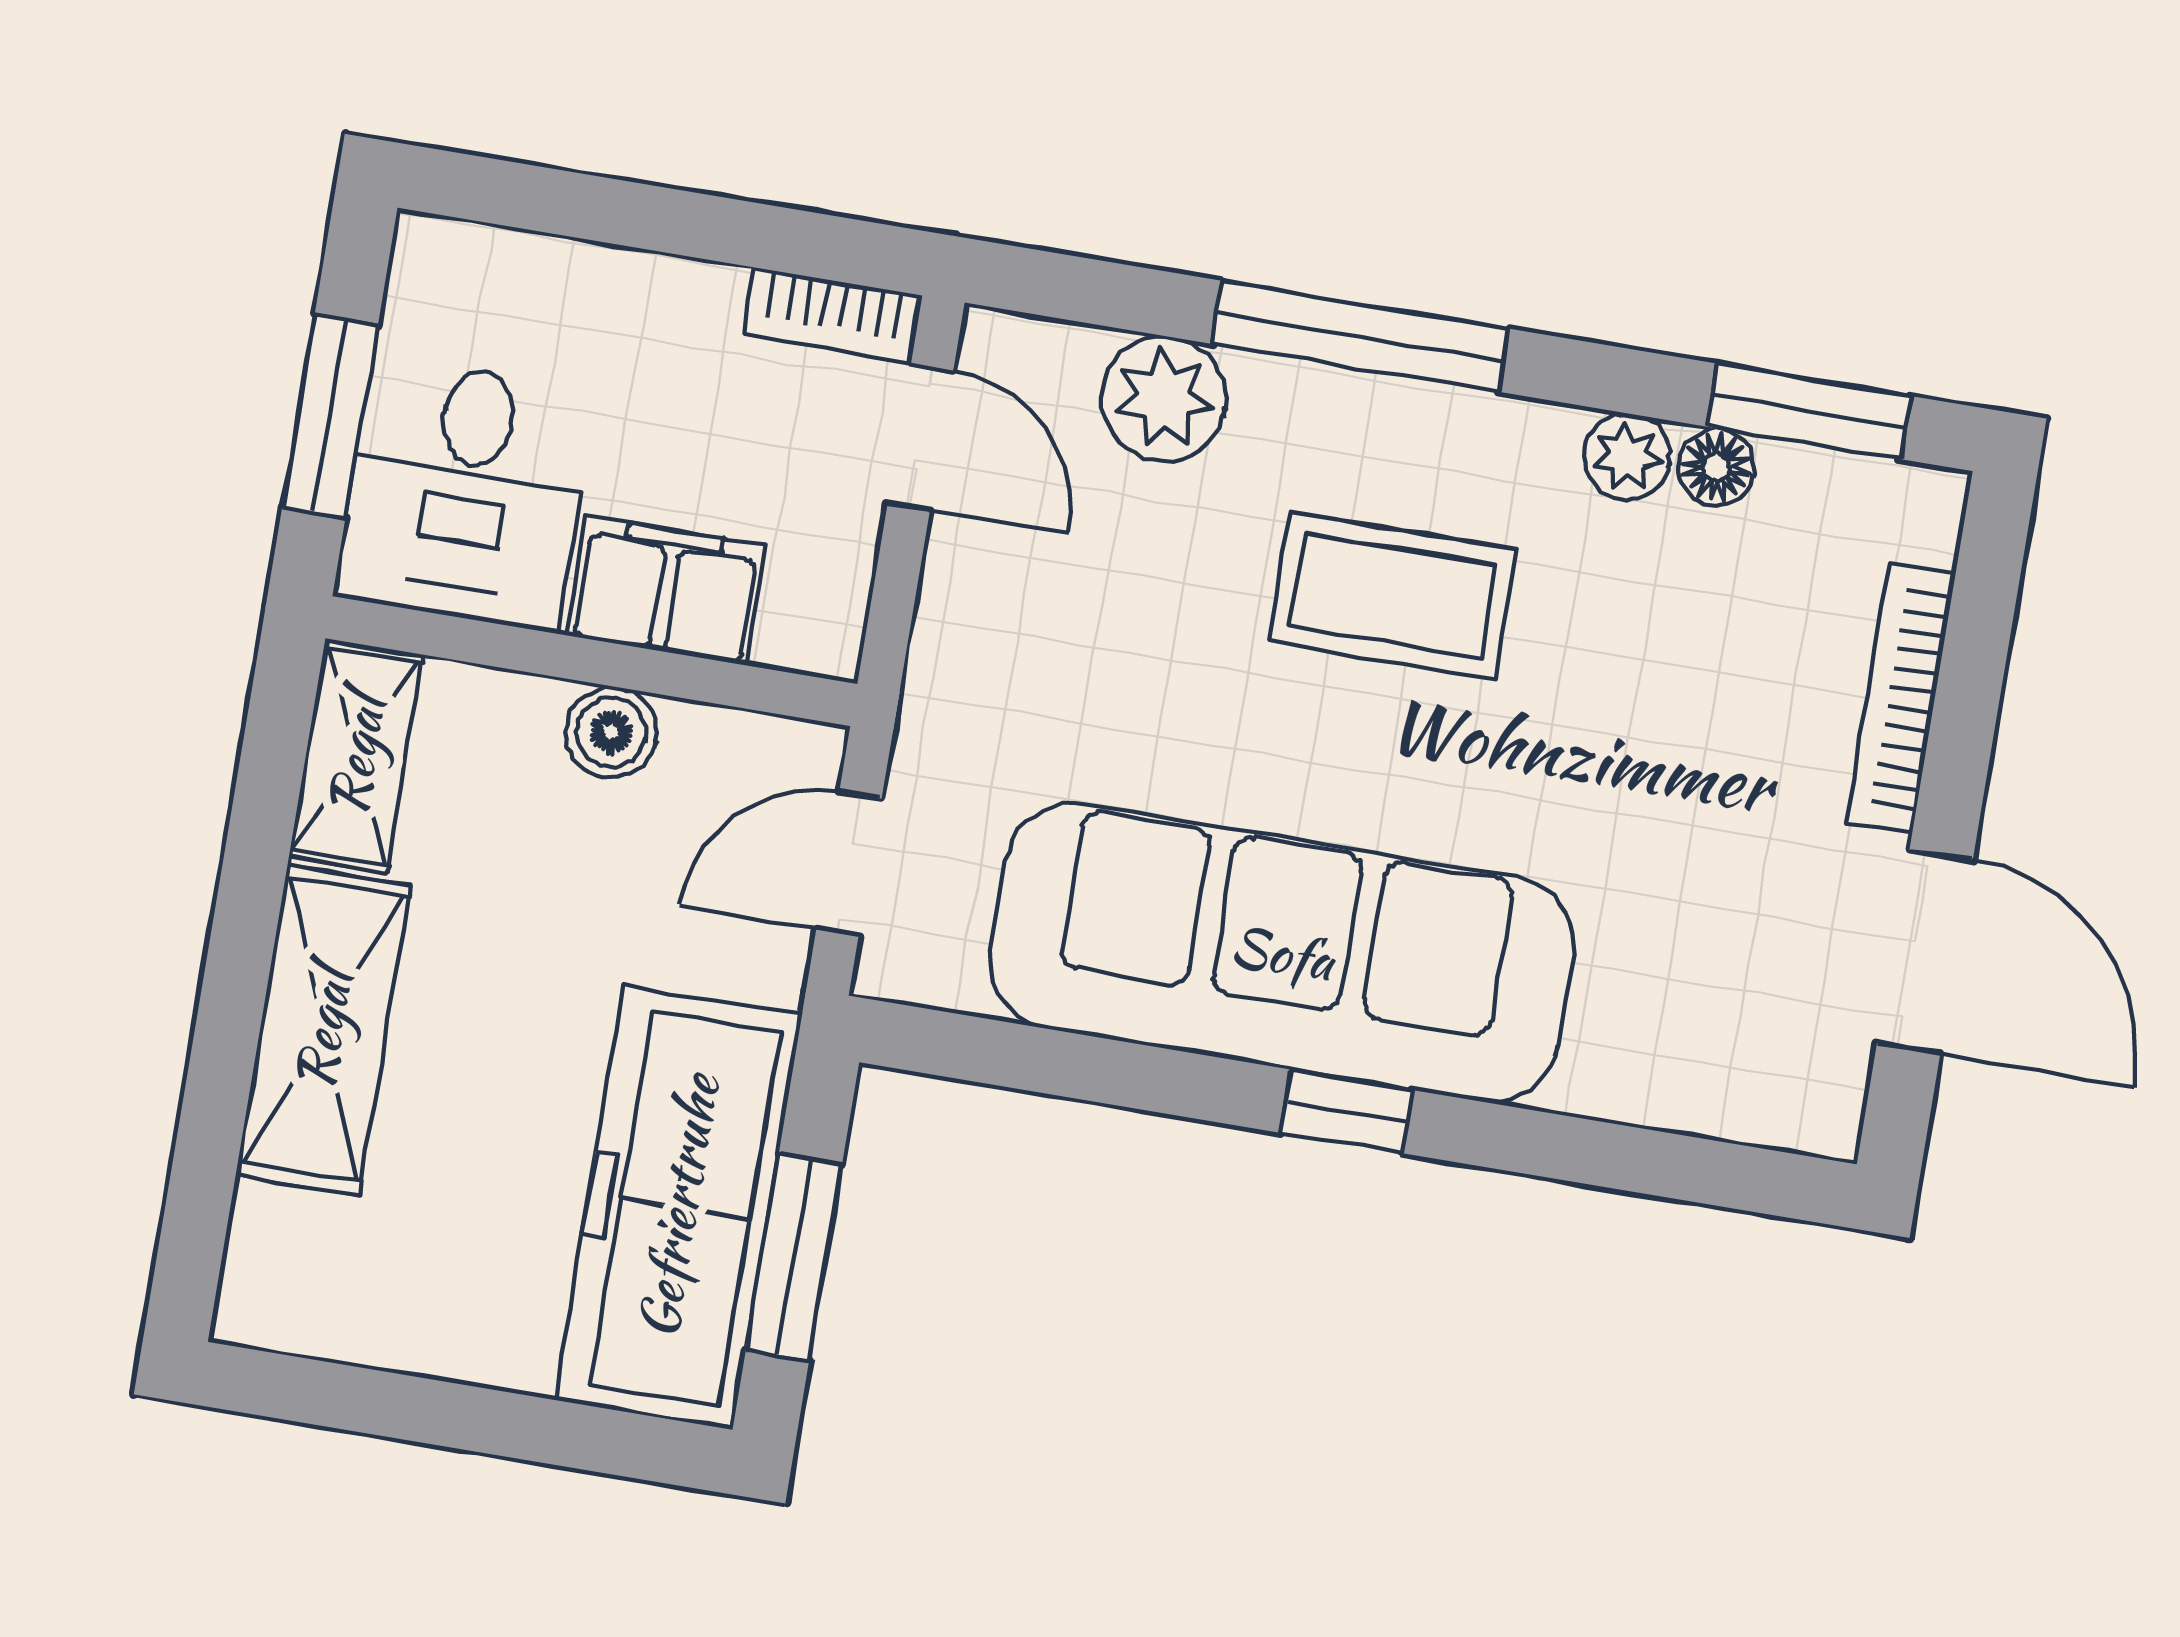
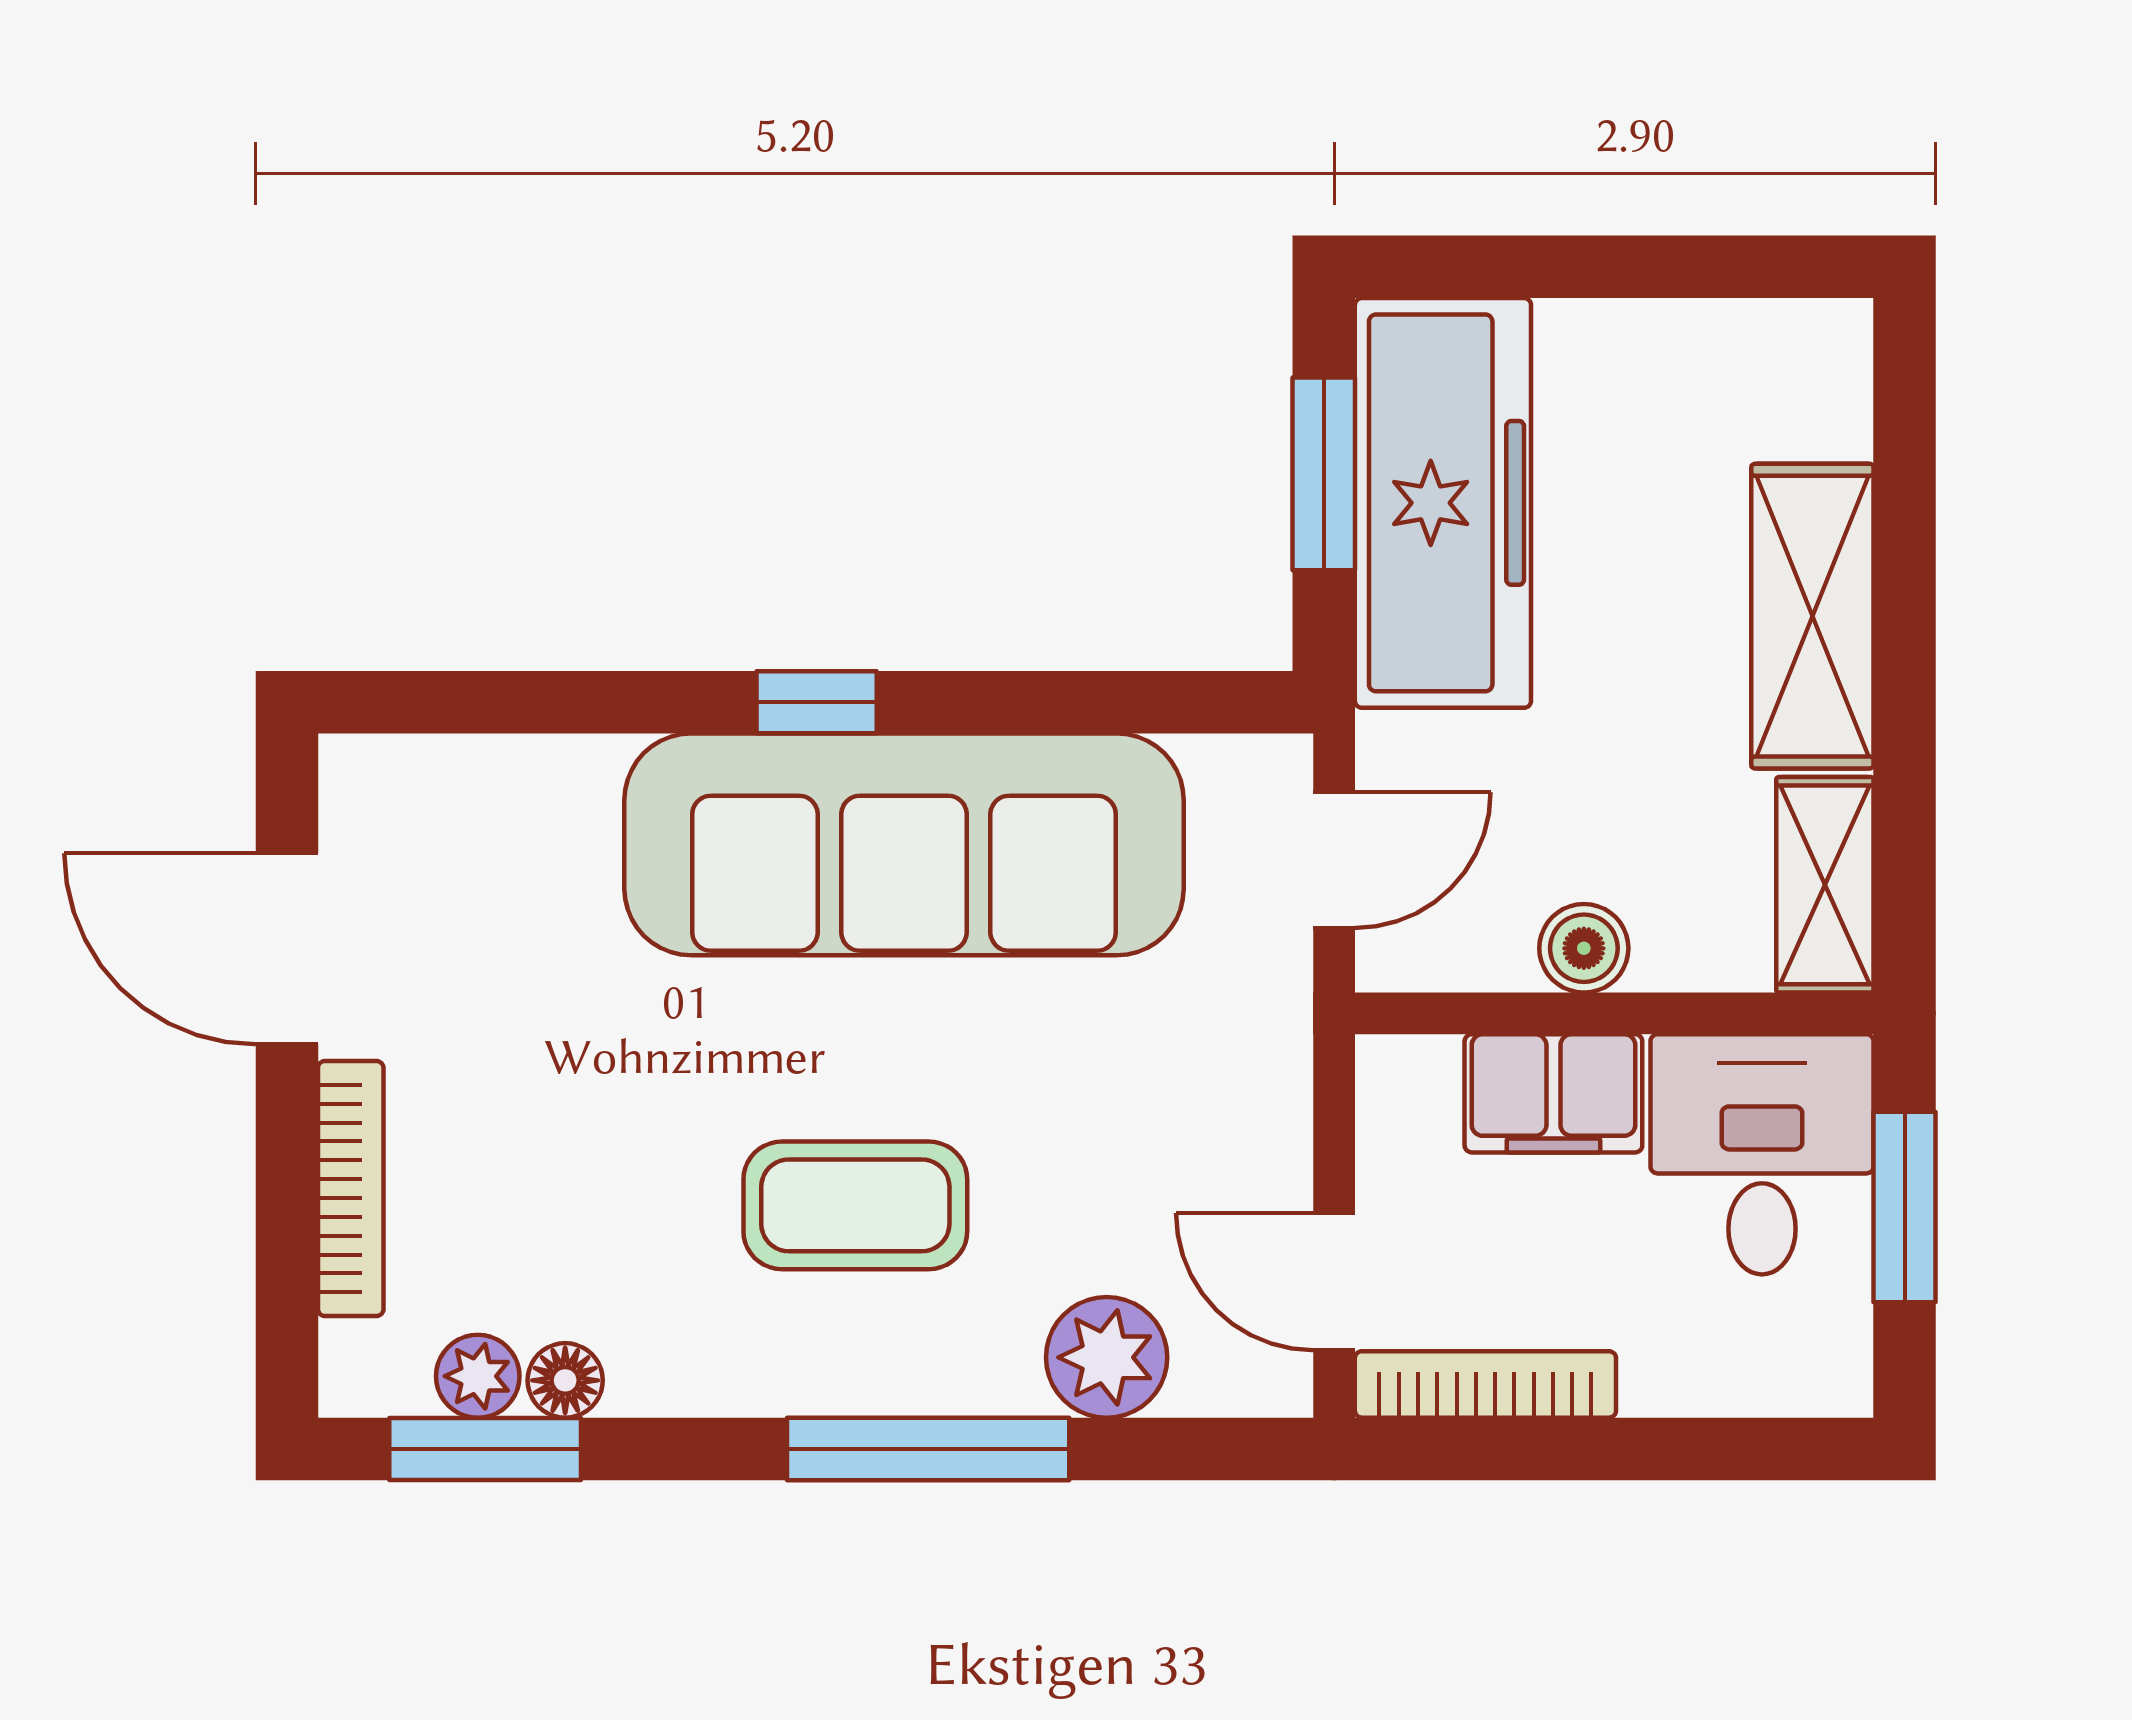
bookcase: (832, 315) -> (1485, 1384), width x1.56
plant: (1627, 457) -> (478, 1376), moved

